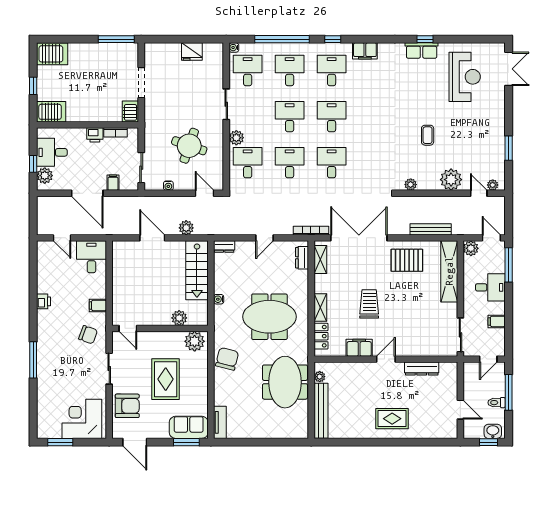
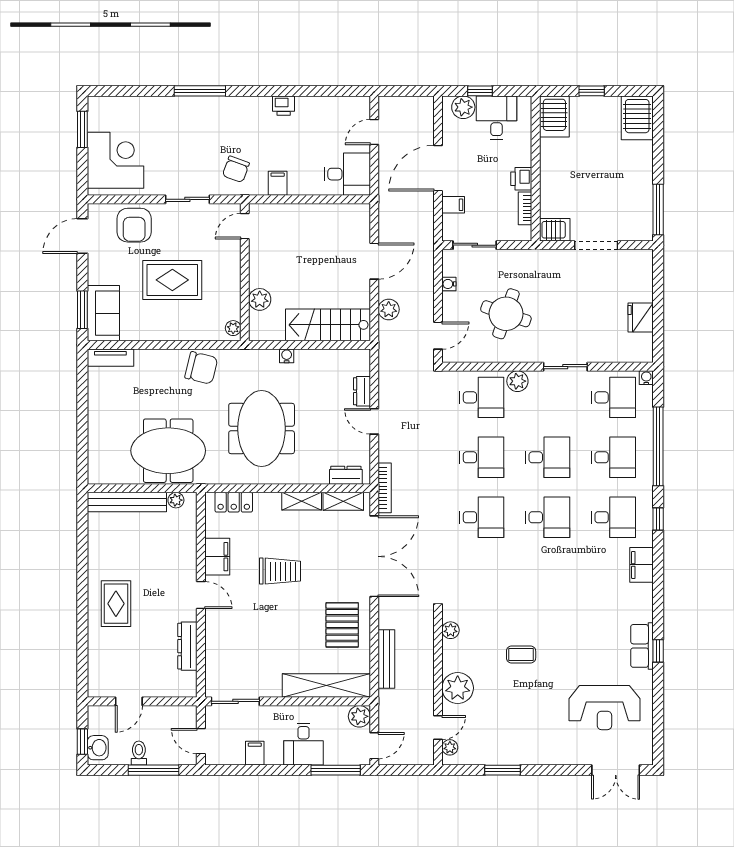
dresser: (224, 246) -> (362, 391), moved
shelving: (320, 307) -> (302, 501), moved
plant: (195, 341) -> (233, 328), width x0.53, depth x0.53

